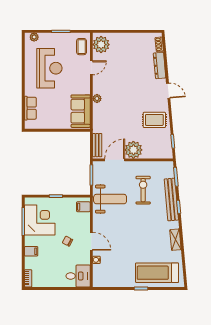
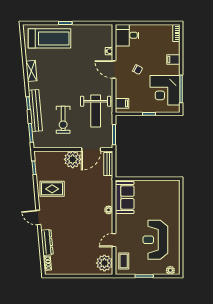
row of seats: (30, 108) -> (174, 200), removed
weight bench: (110, 199) -> (96, 111), turned -90

